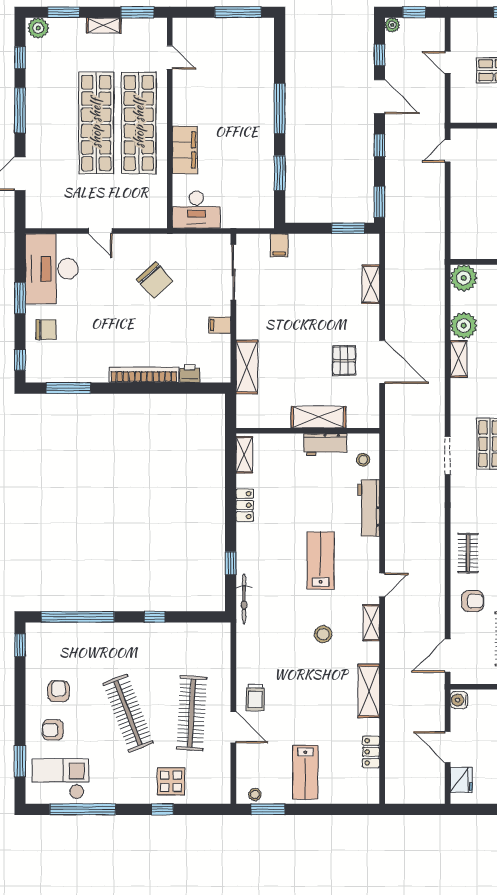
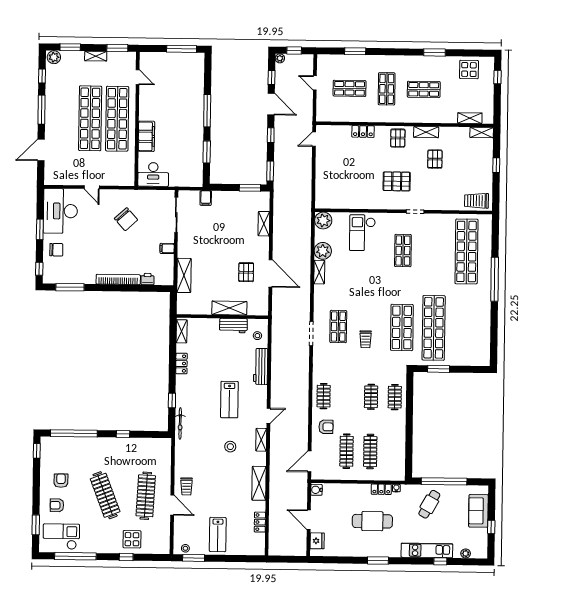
lab bench: (321, 561) -> (229, 400), turned 180

